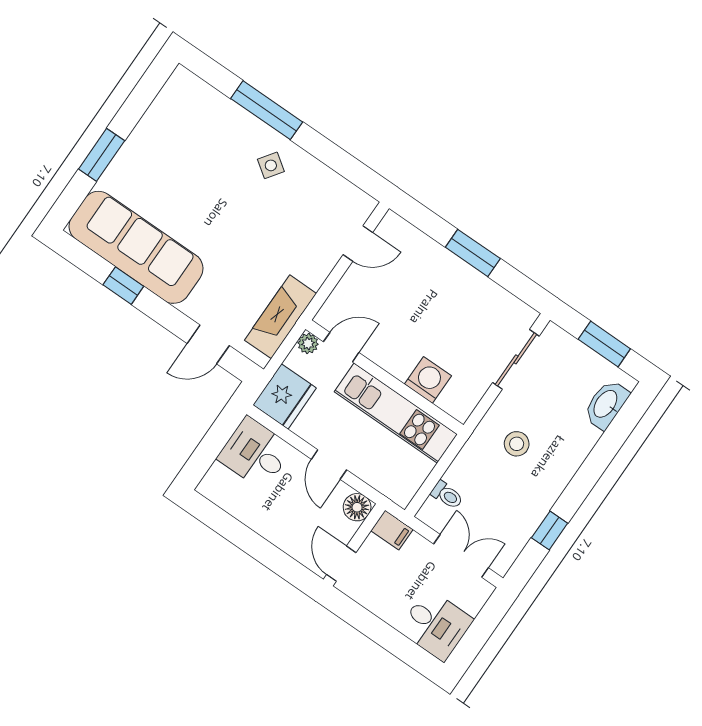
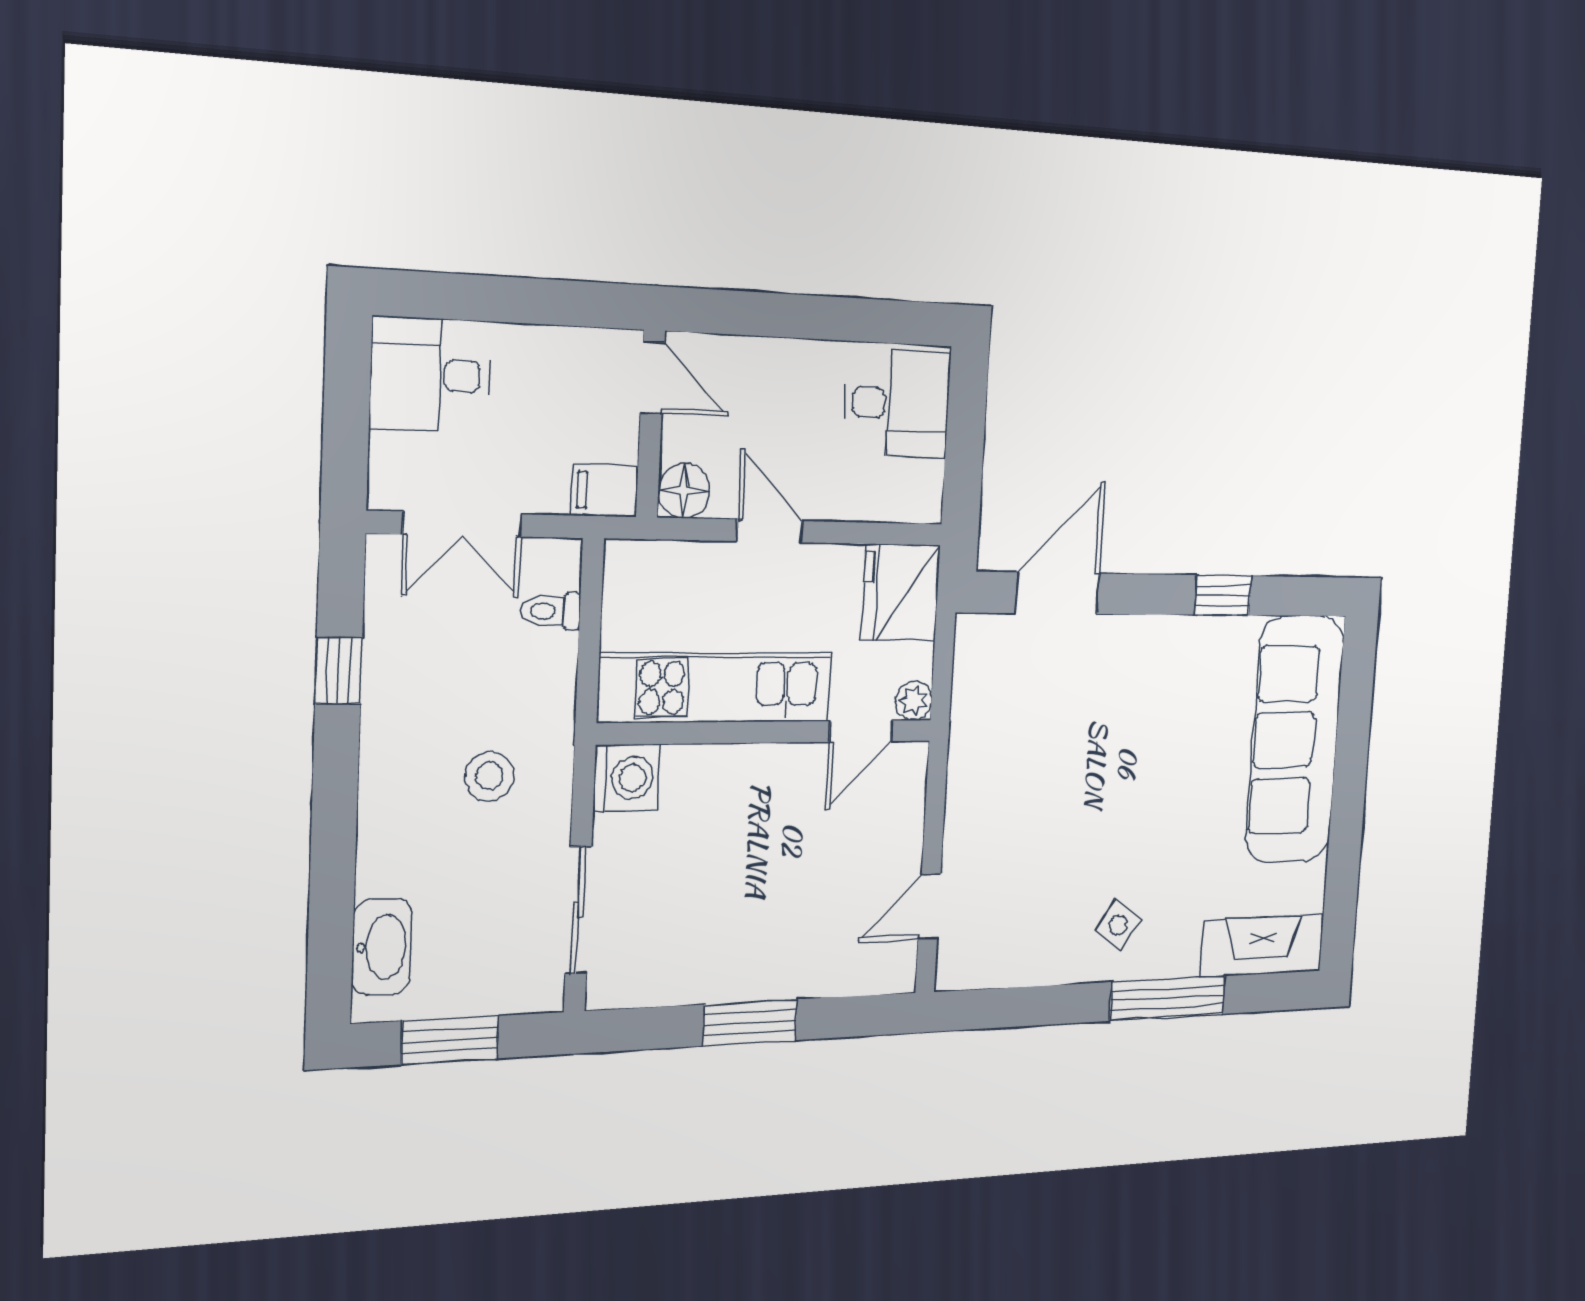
window: (102, 155) -> (1351, 764), removed
sofa: (136, 247) -> (1295, 740), moved, turned 90
fireplace: (281, 317) -> (1262, 946), moved, turned -90
door: (208, 344) -> (1057, 593), width x1.38
washing machine: (428, 380) -> (626, 778), moved, turned -90
desk: (255, 453) -> (897, 403), moved

